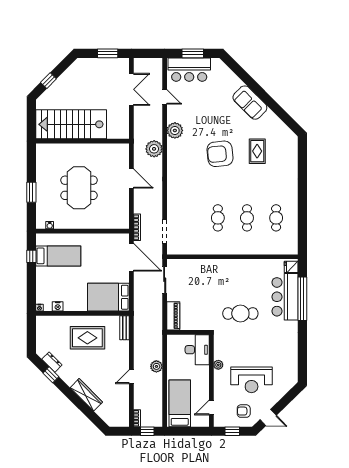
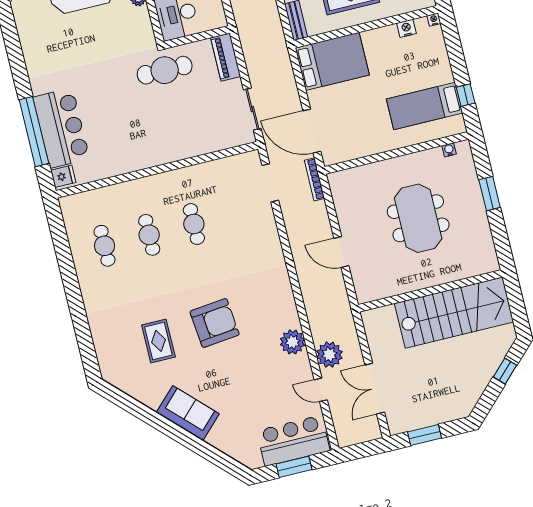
plant: (154, 149) -> (329, 355), moved
cafe table: (240, 313) -> (165, 70), moved

